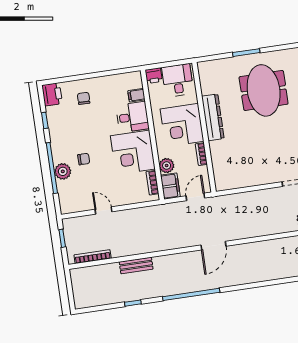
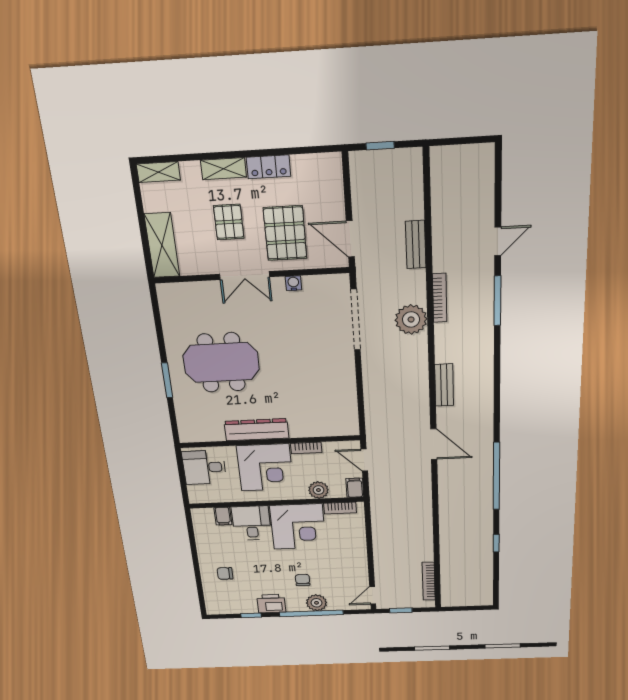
printer: (154, 76) -> (197, 495), removed
printer: (52, 94) -> (271, 604), moved
filing cabinet: (170, 186) -> (355, 488), width x0.50
door: (103, 211) -> (373, 595), moved
bench: (136, 265) -> (444, 385), moved

